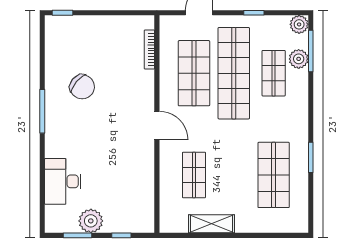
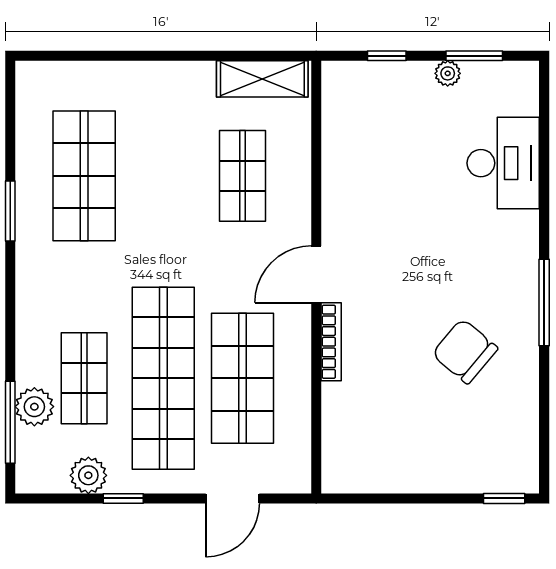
plant: (299, 24) -> (88, 475), moved
bookcase: (149, 49) -> (331, 342), moved
door: (157, 125) -> (316, 274), hinge flipped
plant: (91, 221) -> (448, 73), width x0.53, depth x0.53
shelving: (211, 224) -> (262, 79), moved

